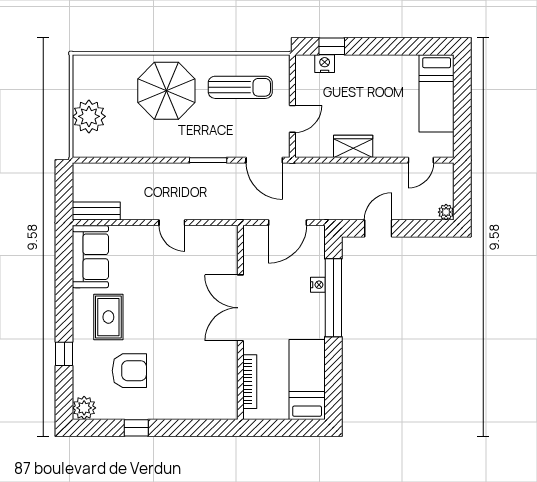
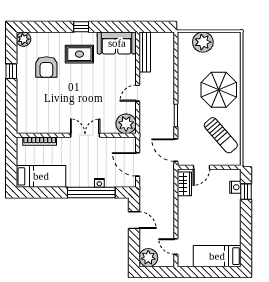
sun lounger: (240, 87) -> (221, 135), turned -41
door: (292, 119) -> (201, 167), hinge flipped
wardrobe: (353, 146) -> (184, 184), moved
door: (264, 160) -> (176, 150), hinge flipped
bench: (96, 211) -> (145, 52), width x1.36
plant: (446, 212) -> (148, 258), width x1.88, depth x1.88
plant: (222, 241) -> (126, 124), added
double door: (240, 308) -> (85, 135), width x0.73
window: (64, 354) -> (81, 27), moved

